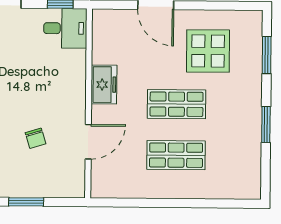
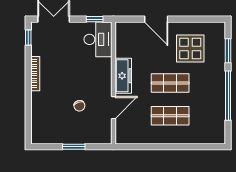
desk: (65, 28) -> (98, 39), width x1.37
freezer: (104, 85) -> (123, 76), width x1.40
window: (266, 125) -> (228, 96), width x2.11

